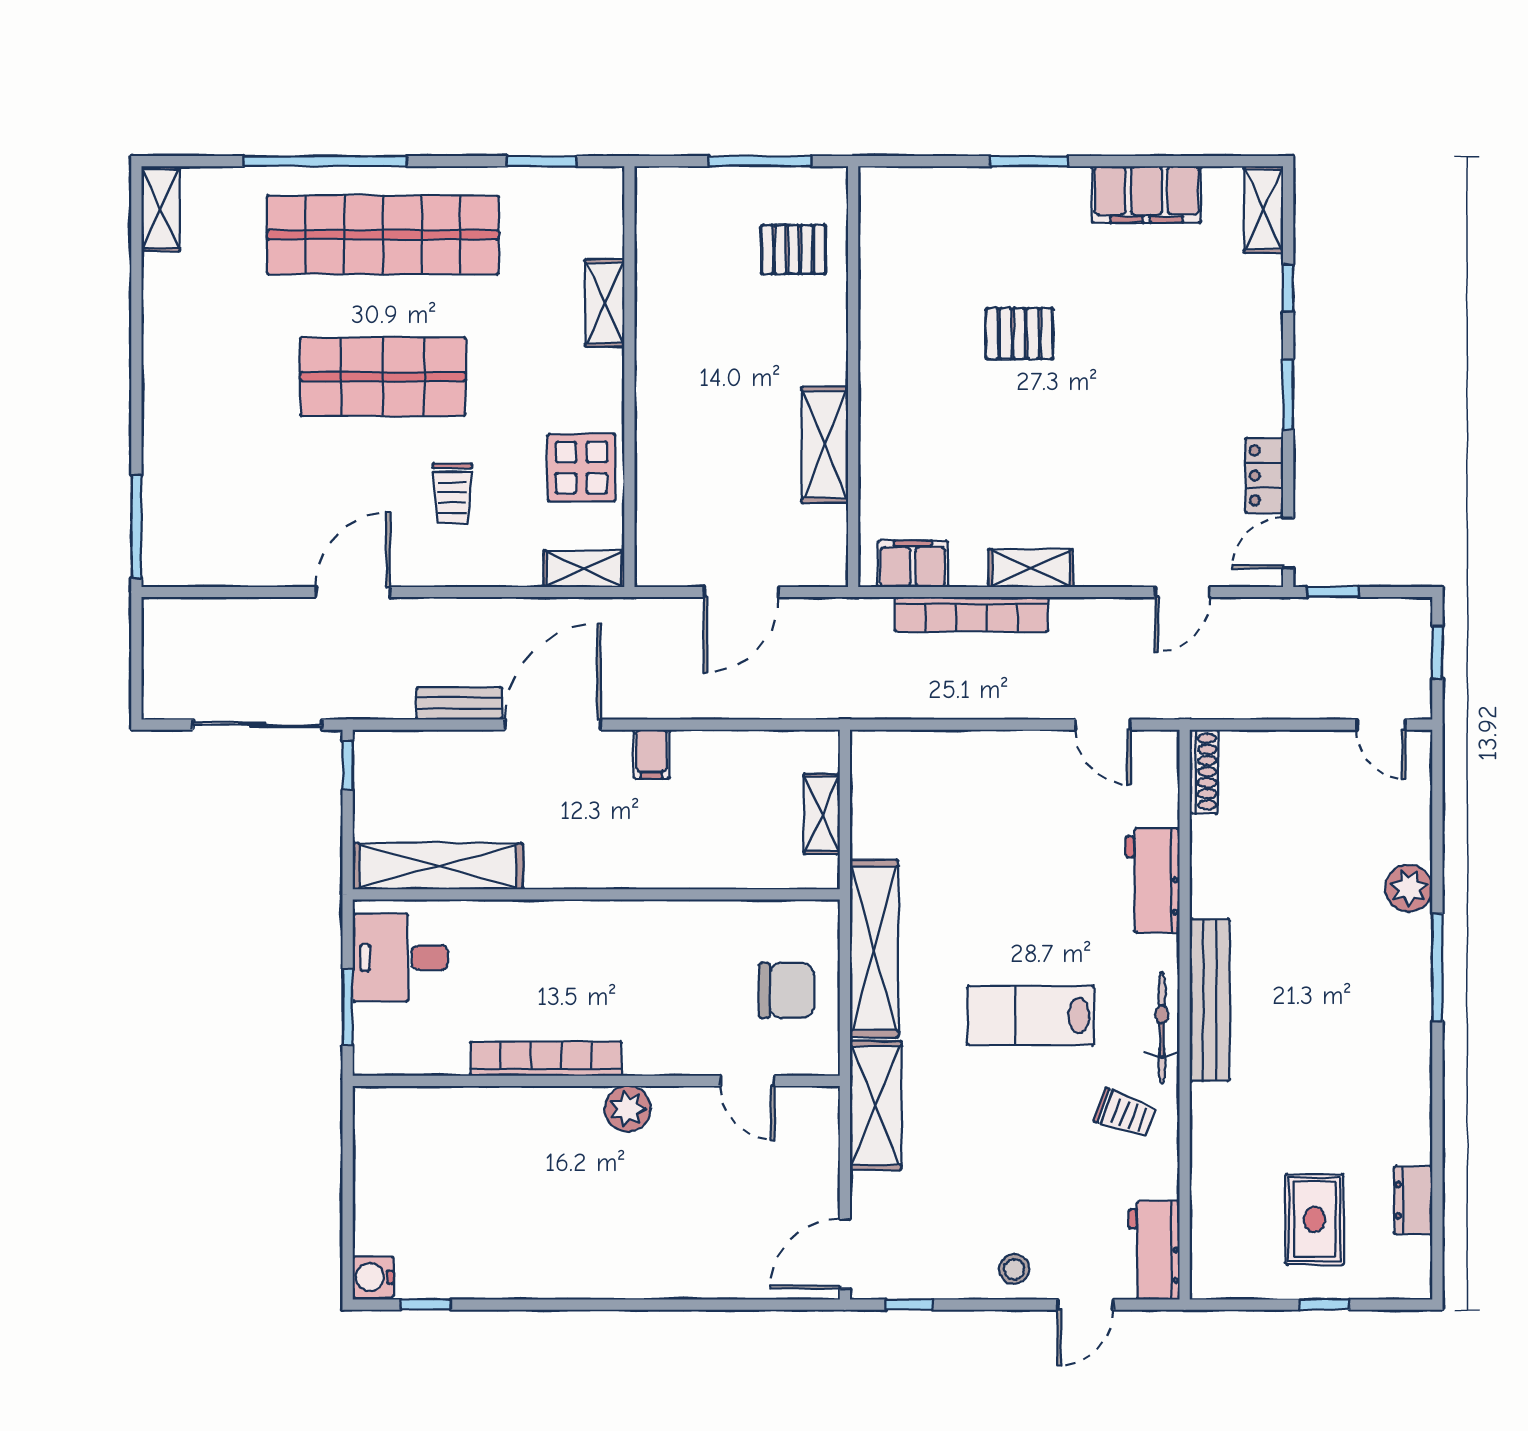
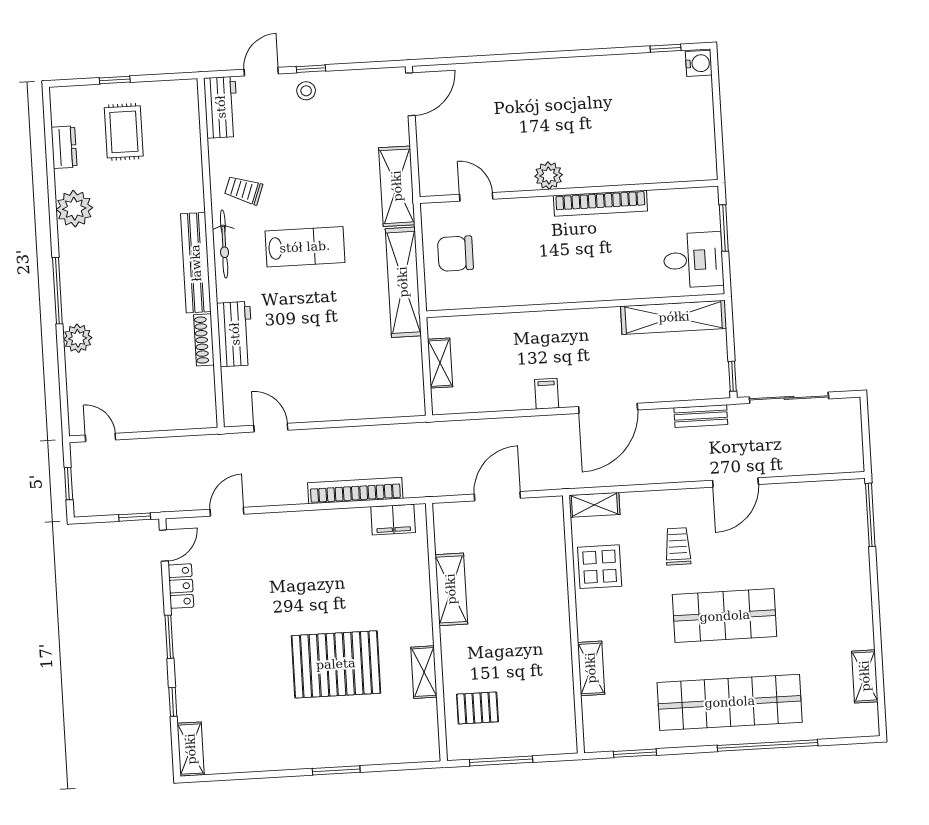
filing cabinet: (1146, 194) -> (263, 754), removed
shelving: (160, 209) -> (865, 676), moved
pallet: (1019, 334) -> (336, 664), width x2.05, depth x2.00
shelving: (1031, 568) -> (424, 672), moved, turned 90
bench: (459, 703) -> (701, 416), moved
shoe rack: (1204, 772) -> (204, 340), moved
plant: (1402, 1099) -> (74, 209), added
window: (909, 1305) -> (311, 69), moved

